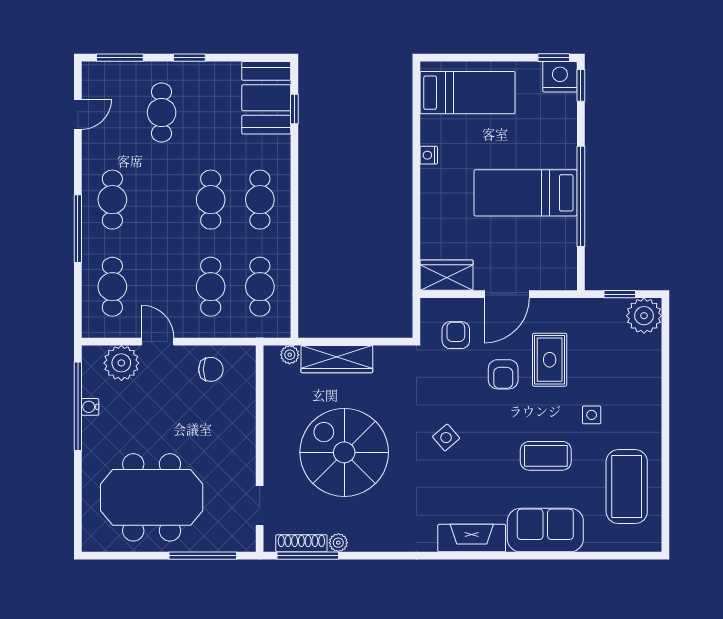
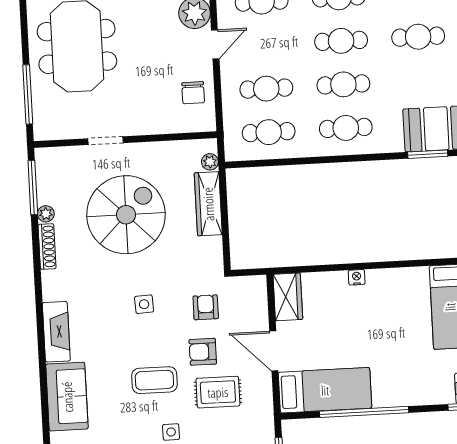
window: (294, 109) -> (428, 154), width x1.50
nightstand: (429, 155) -> (357, 277), moved
bed: (526, 193) -> (325, 390), moved, turned 90
cafe table: (162, 200) -> (341, 41), added
armchair: (456, 335) -> (206, 307), moved, turned -90
side table: (446, 438) -> (144, 304), turned 38
coffee table: (546, 456) -> (154, 380), moved, turned 90
doorway: (260, 506) -> (106, 141), moved
shoe rack: (301, 543) -> (47, 246), moved

